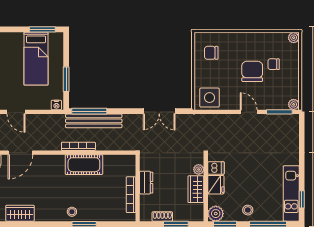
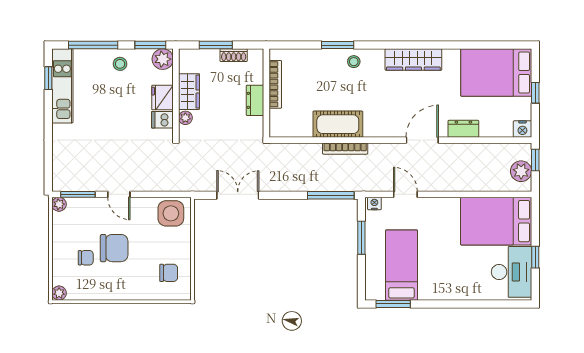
chair: (252, 71) -> (114, 248), turned -90
door: (16, 112) -> (405, 194), moved
bench: (94, 121) -> (325, 182), removed
wardrobe: (20, 213) -> (413, 60), width x1.50

